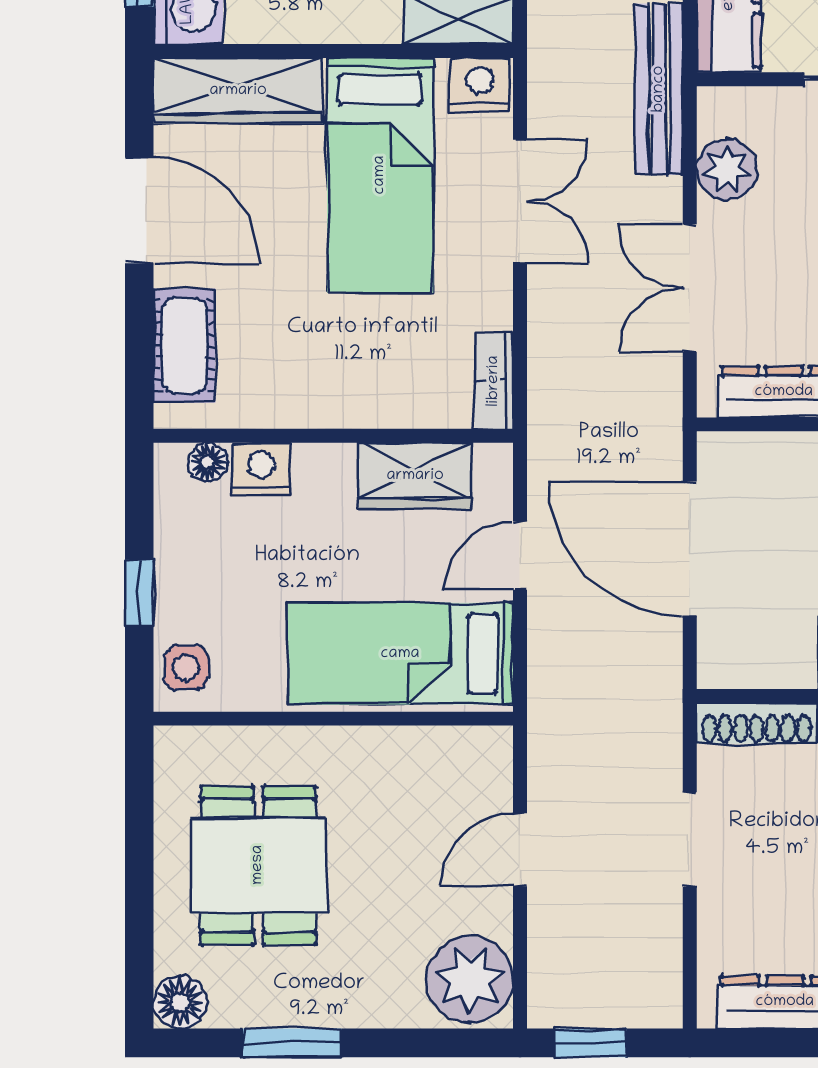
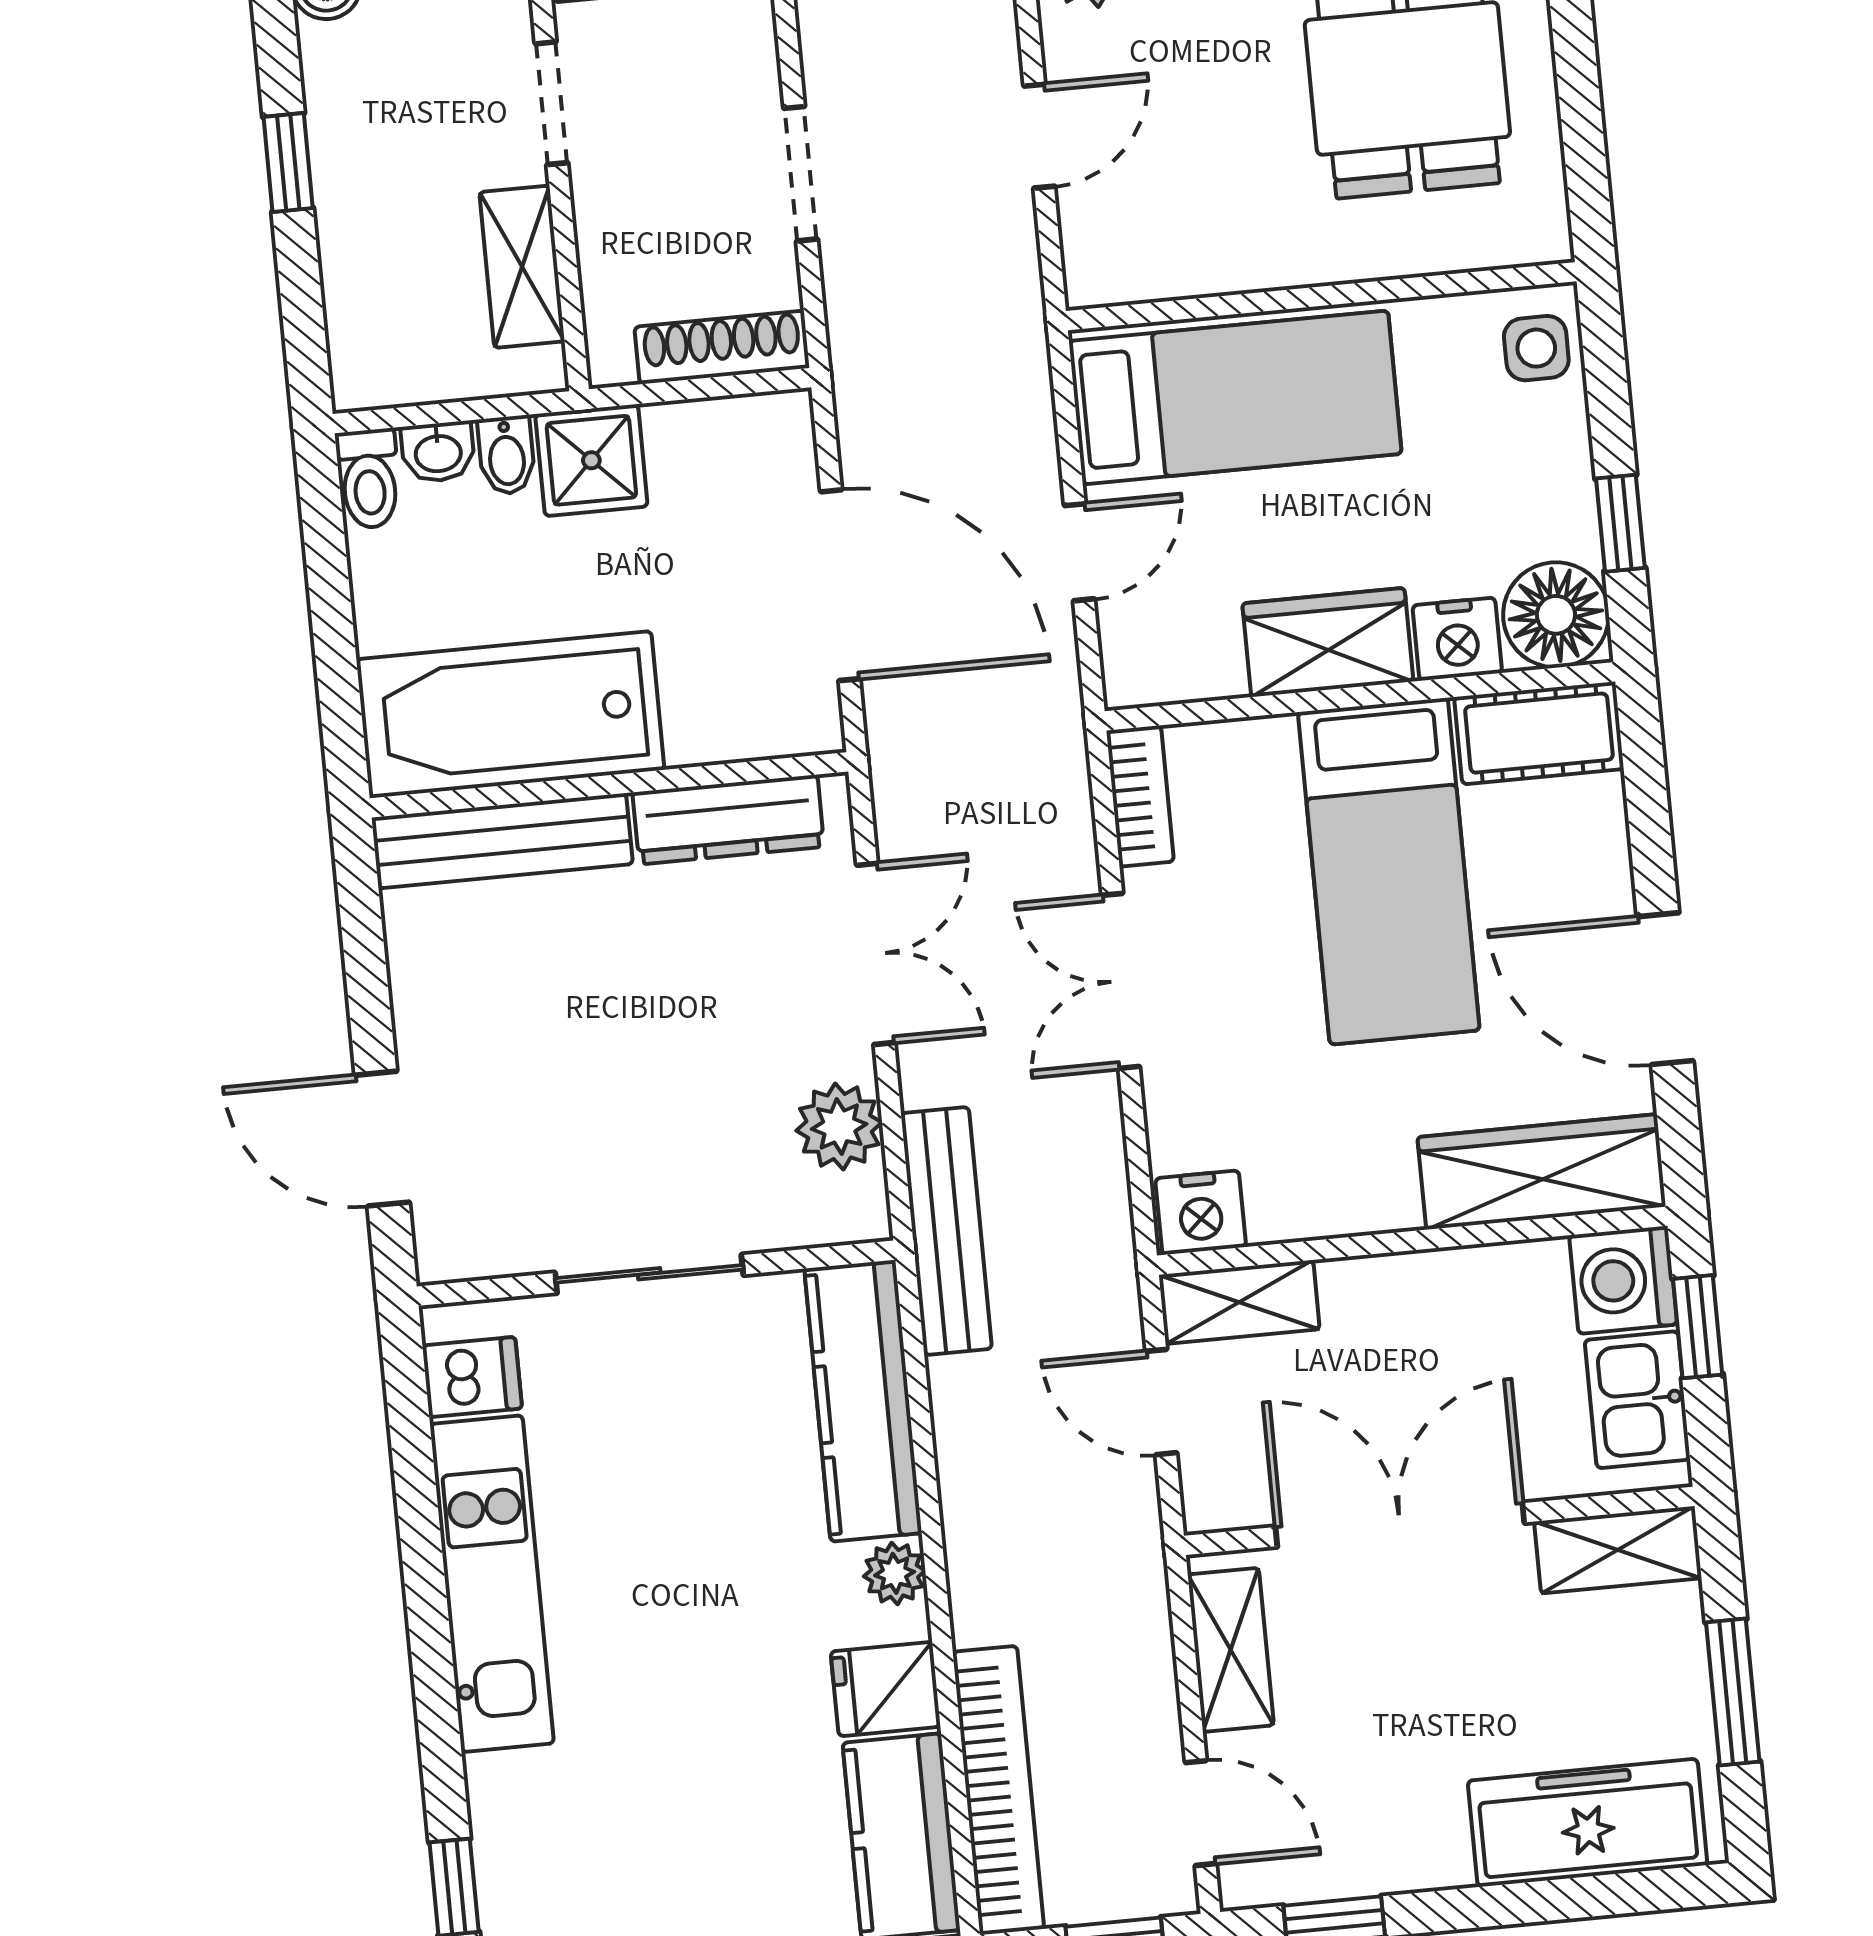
bed: (380, 175) -> (1389, 871), moved, turned 180
double door: (520, 201) -> (1121, 981), moved
cot: (184, 346) -> (1539, 733), moved, turned 90
floor lamp: (208, 462) -> (1556, 615), width x1.89, depth x1.89
wardrobe: (415, 476) -> (1328, 642), moved
window: (139, 593) -> (1620, 523), moved

